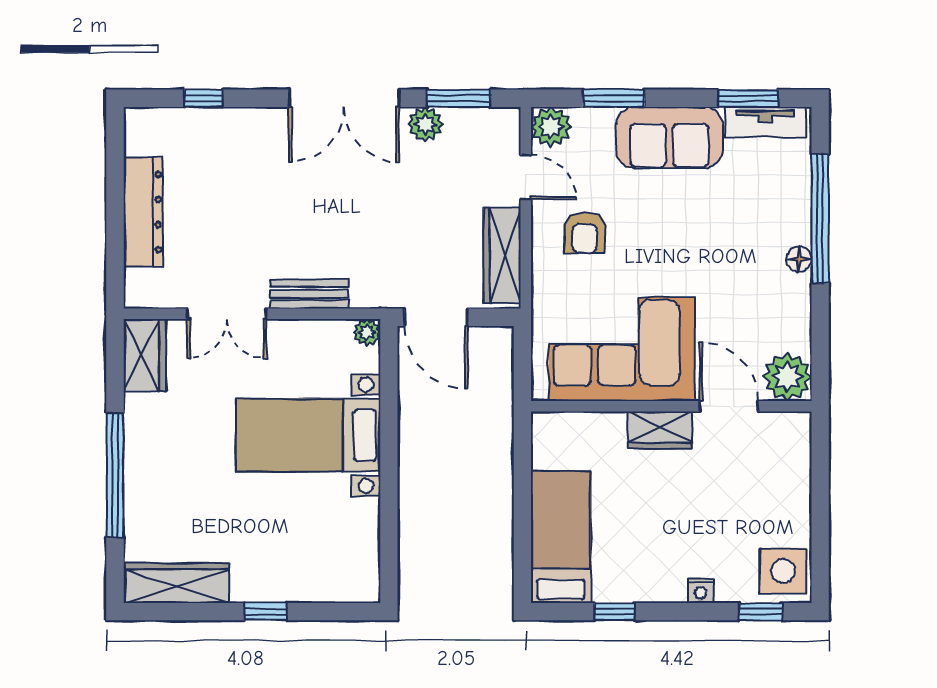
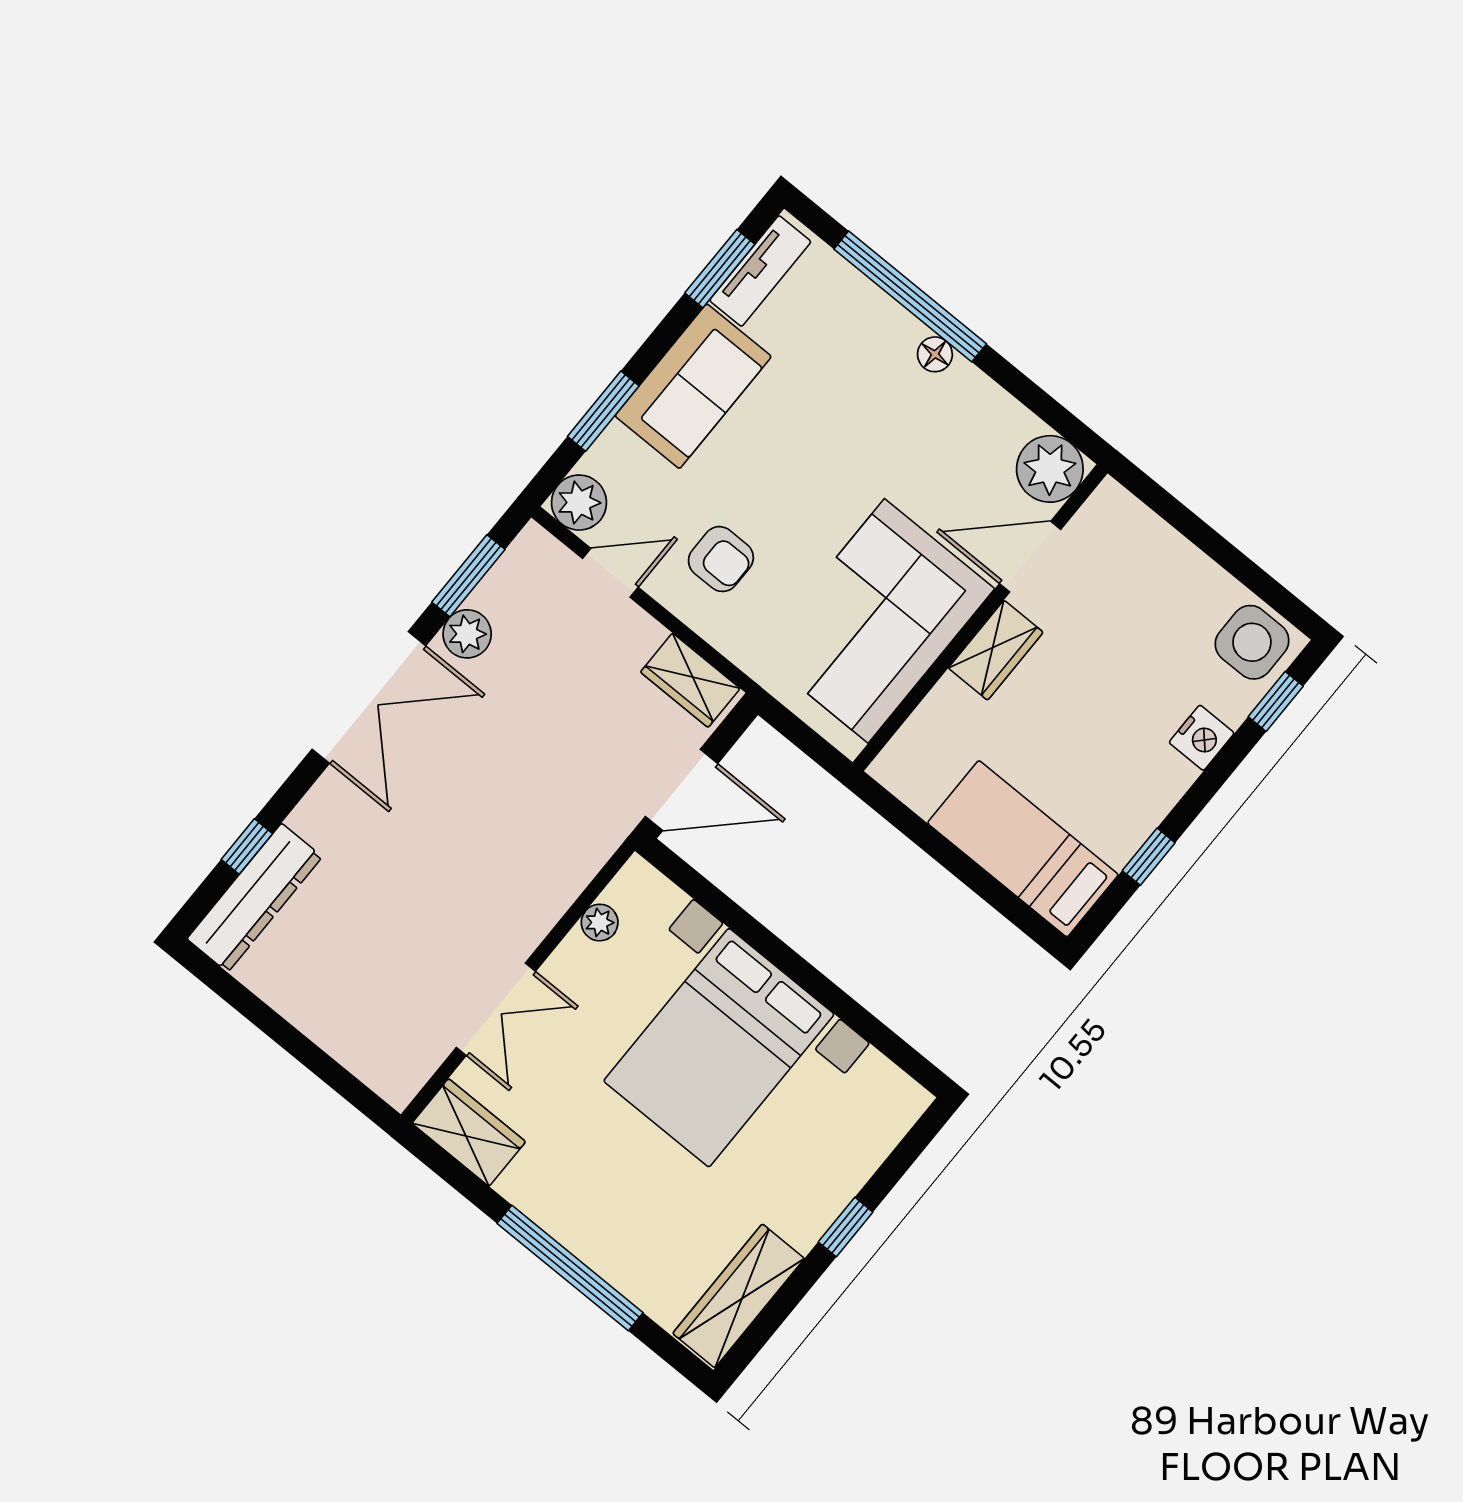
dresser: (143, 212) -> (255, 898), moved, turned 90
wardrobe: (502, 256) -> (690, 680), width x0.67
bench: (309, 294) -> (546, 904), removed
plant: (367, 332) -> (600, 923), moved
bed with nightstands: (308, 435) -> (719, 1048), width x1.36
nightstand: (701, 591) -> (1202, 738), width x1.39, depth x1.35

